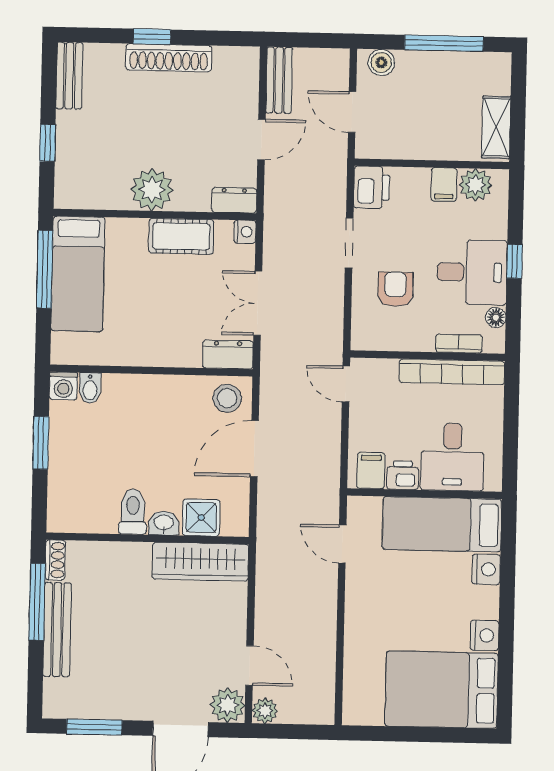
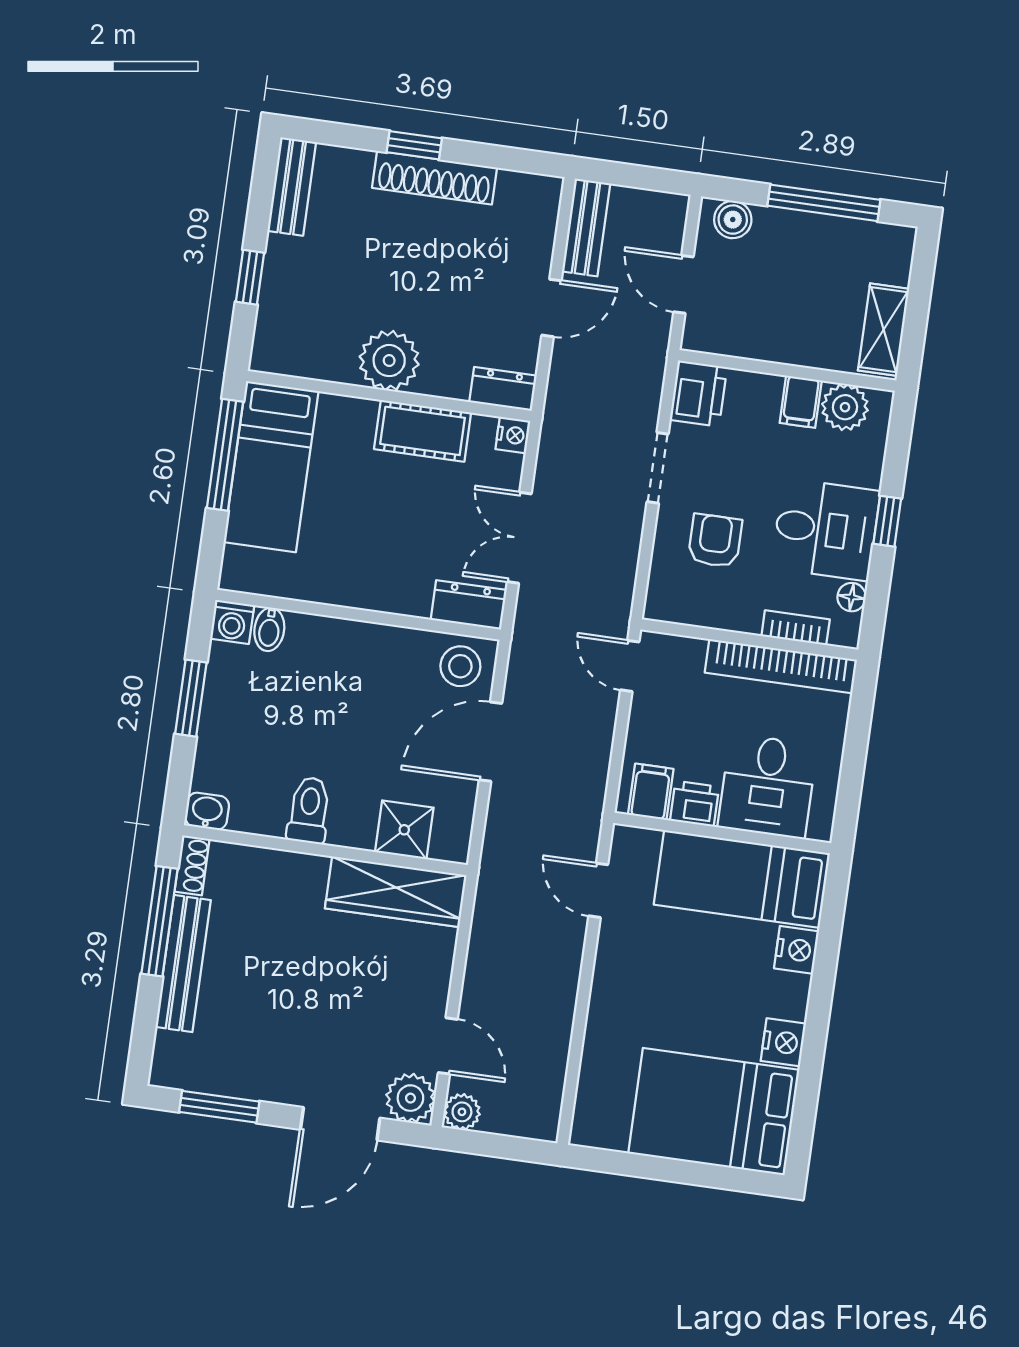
washbasin: (164, 523) -> (207, 811), moved

